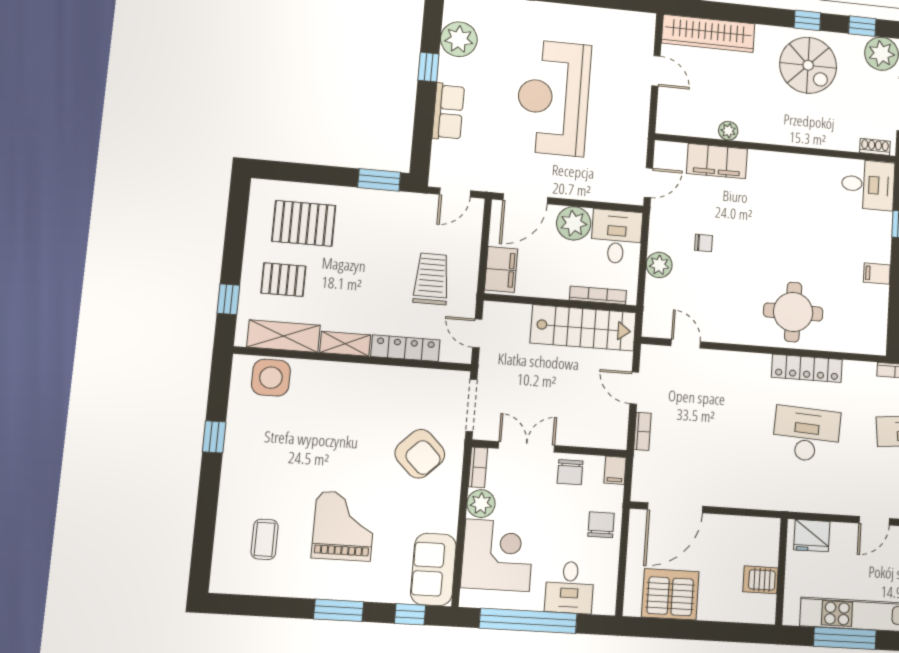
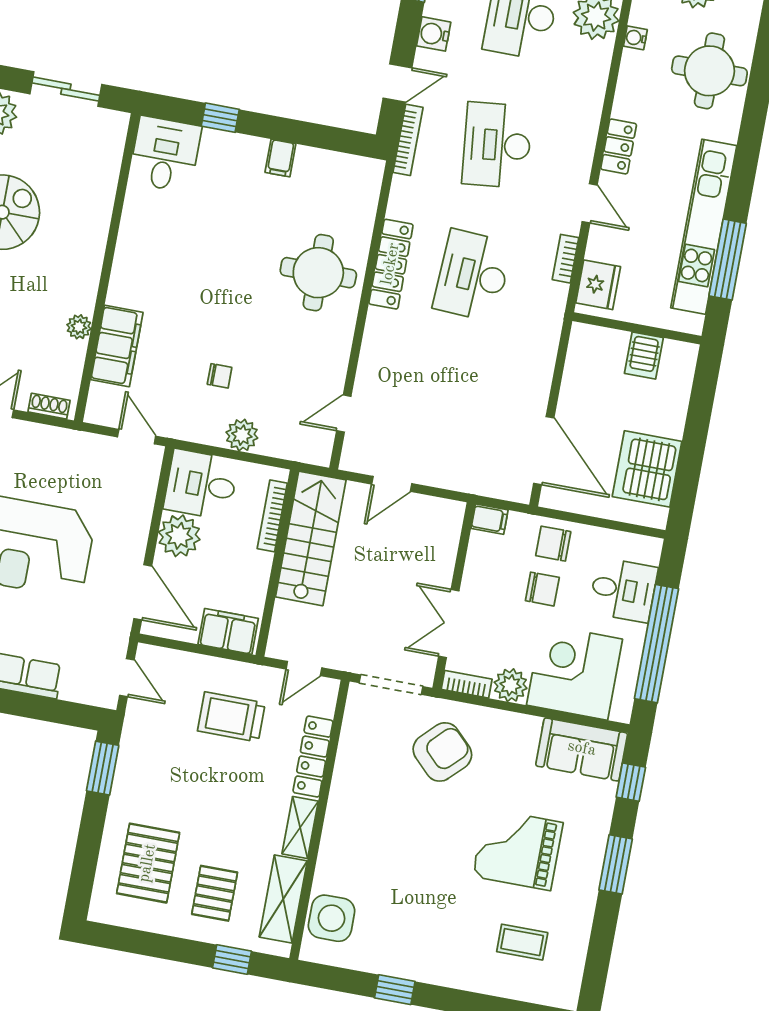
shoe rack: (875, 147) -> (49, 406), moved, turned 90
chair: (704, 243) -> (220, 376), turned 90
bookcase: (642, 431) -> (565, 259), moved, turned -90
chair: (570, 472) -> (542, 589), moved

